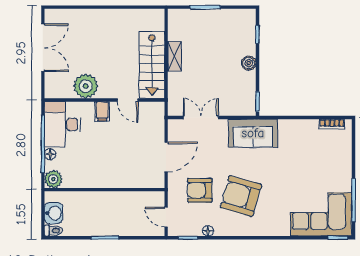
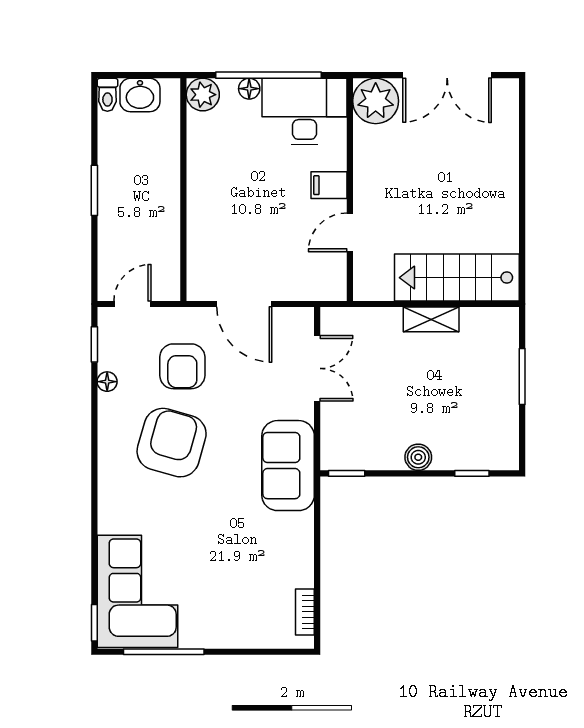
stairs: (152, 65) -> (457, 278), moved
plant: (86, 86) -> (376, 101), moved
armchair: (200, 190) -> (182, 366), turned 180

